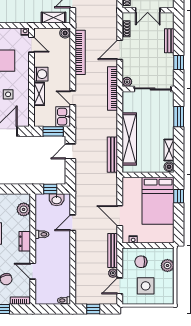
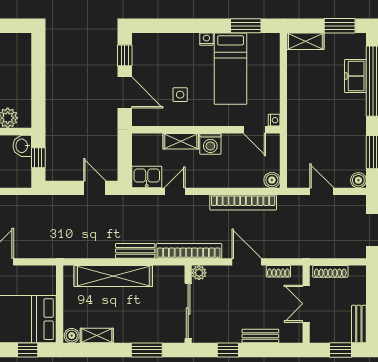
shelving: (54, 18) -> (295, 163), removed
door: (32, 45) -> (254, 130), hinge flipped
window: (53, 131) -> (125, 162), removed
bench: (112, 155) -> (135, 251), moved, width x0.73
washbasin: (57, 200) -> (22, 146), moved

